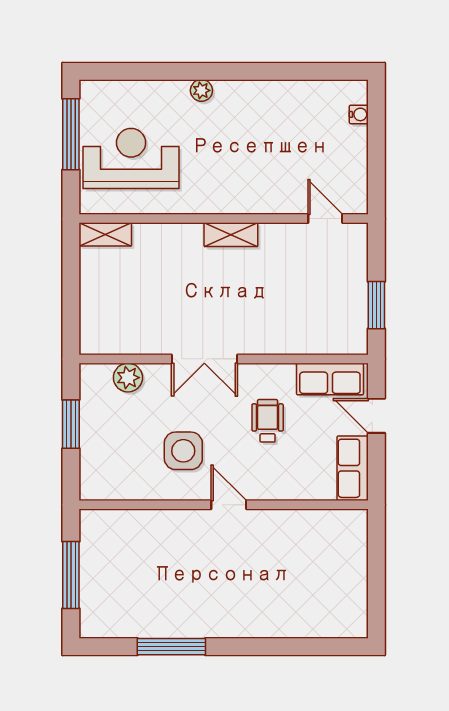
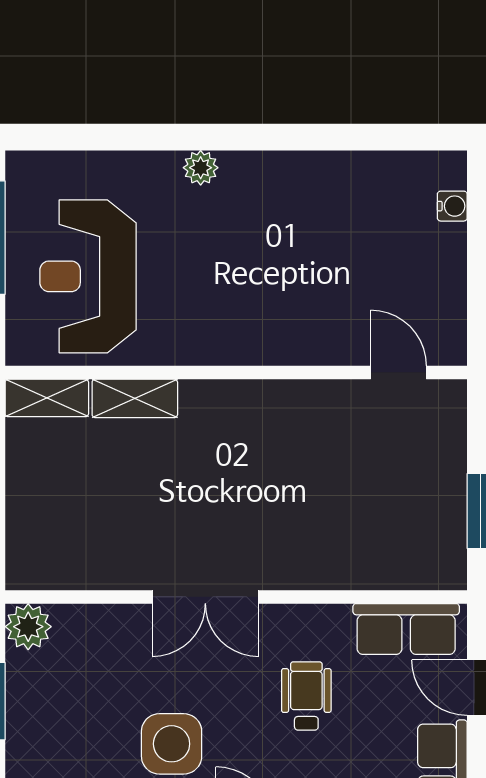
reception desk: (131, 158) -> (88, 276), turned -90
shelving: (231, 235) -> (135, 398), moved
plant: (128, 378) -> (28, 627), moved

